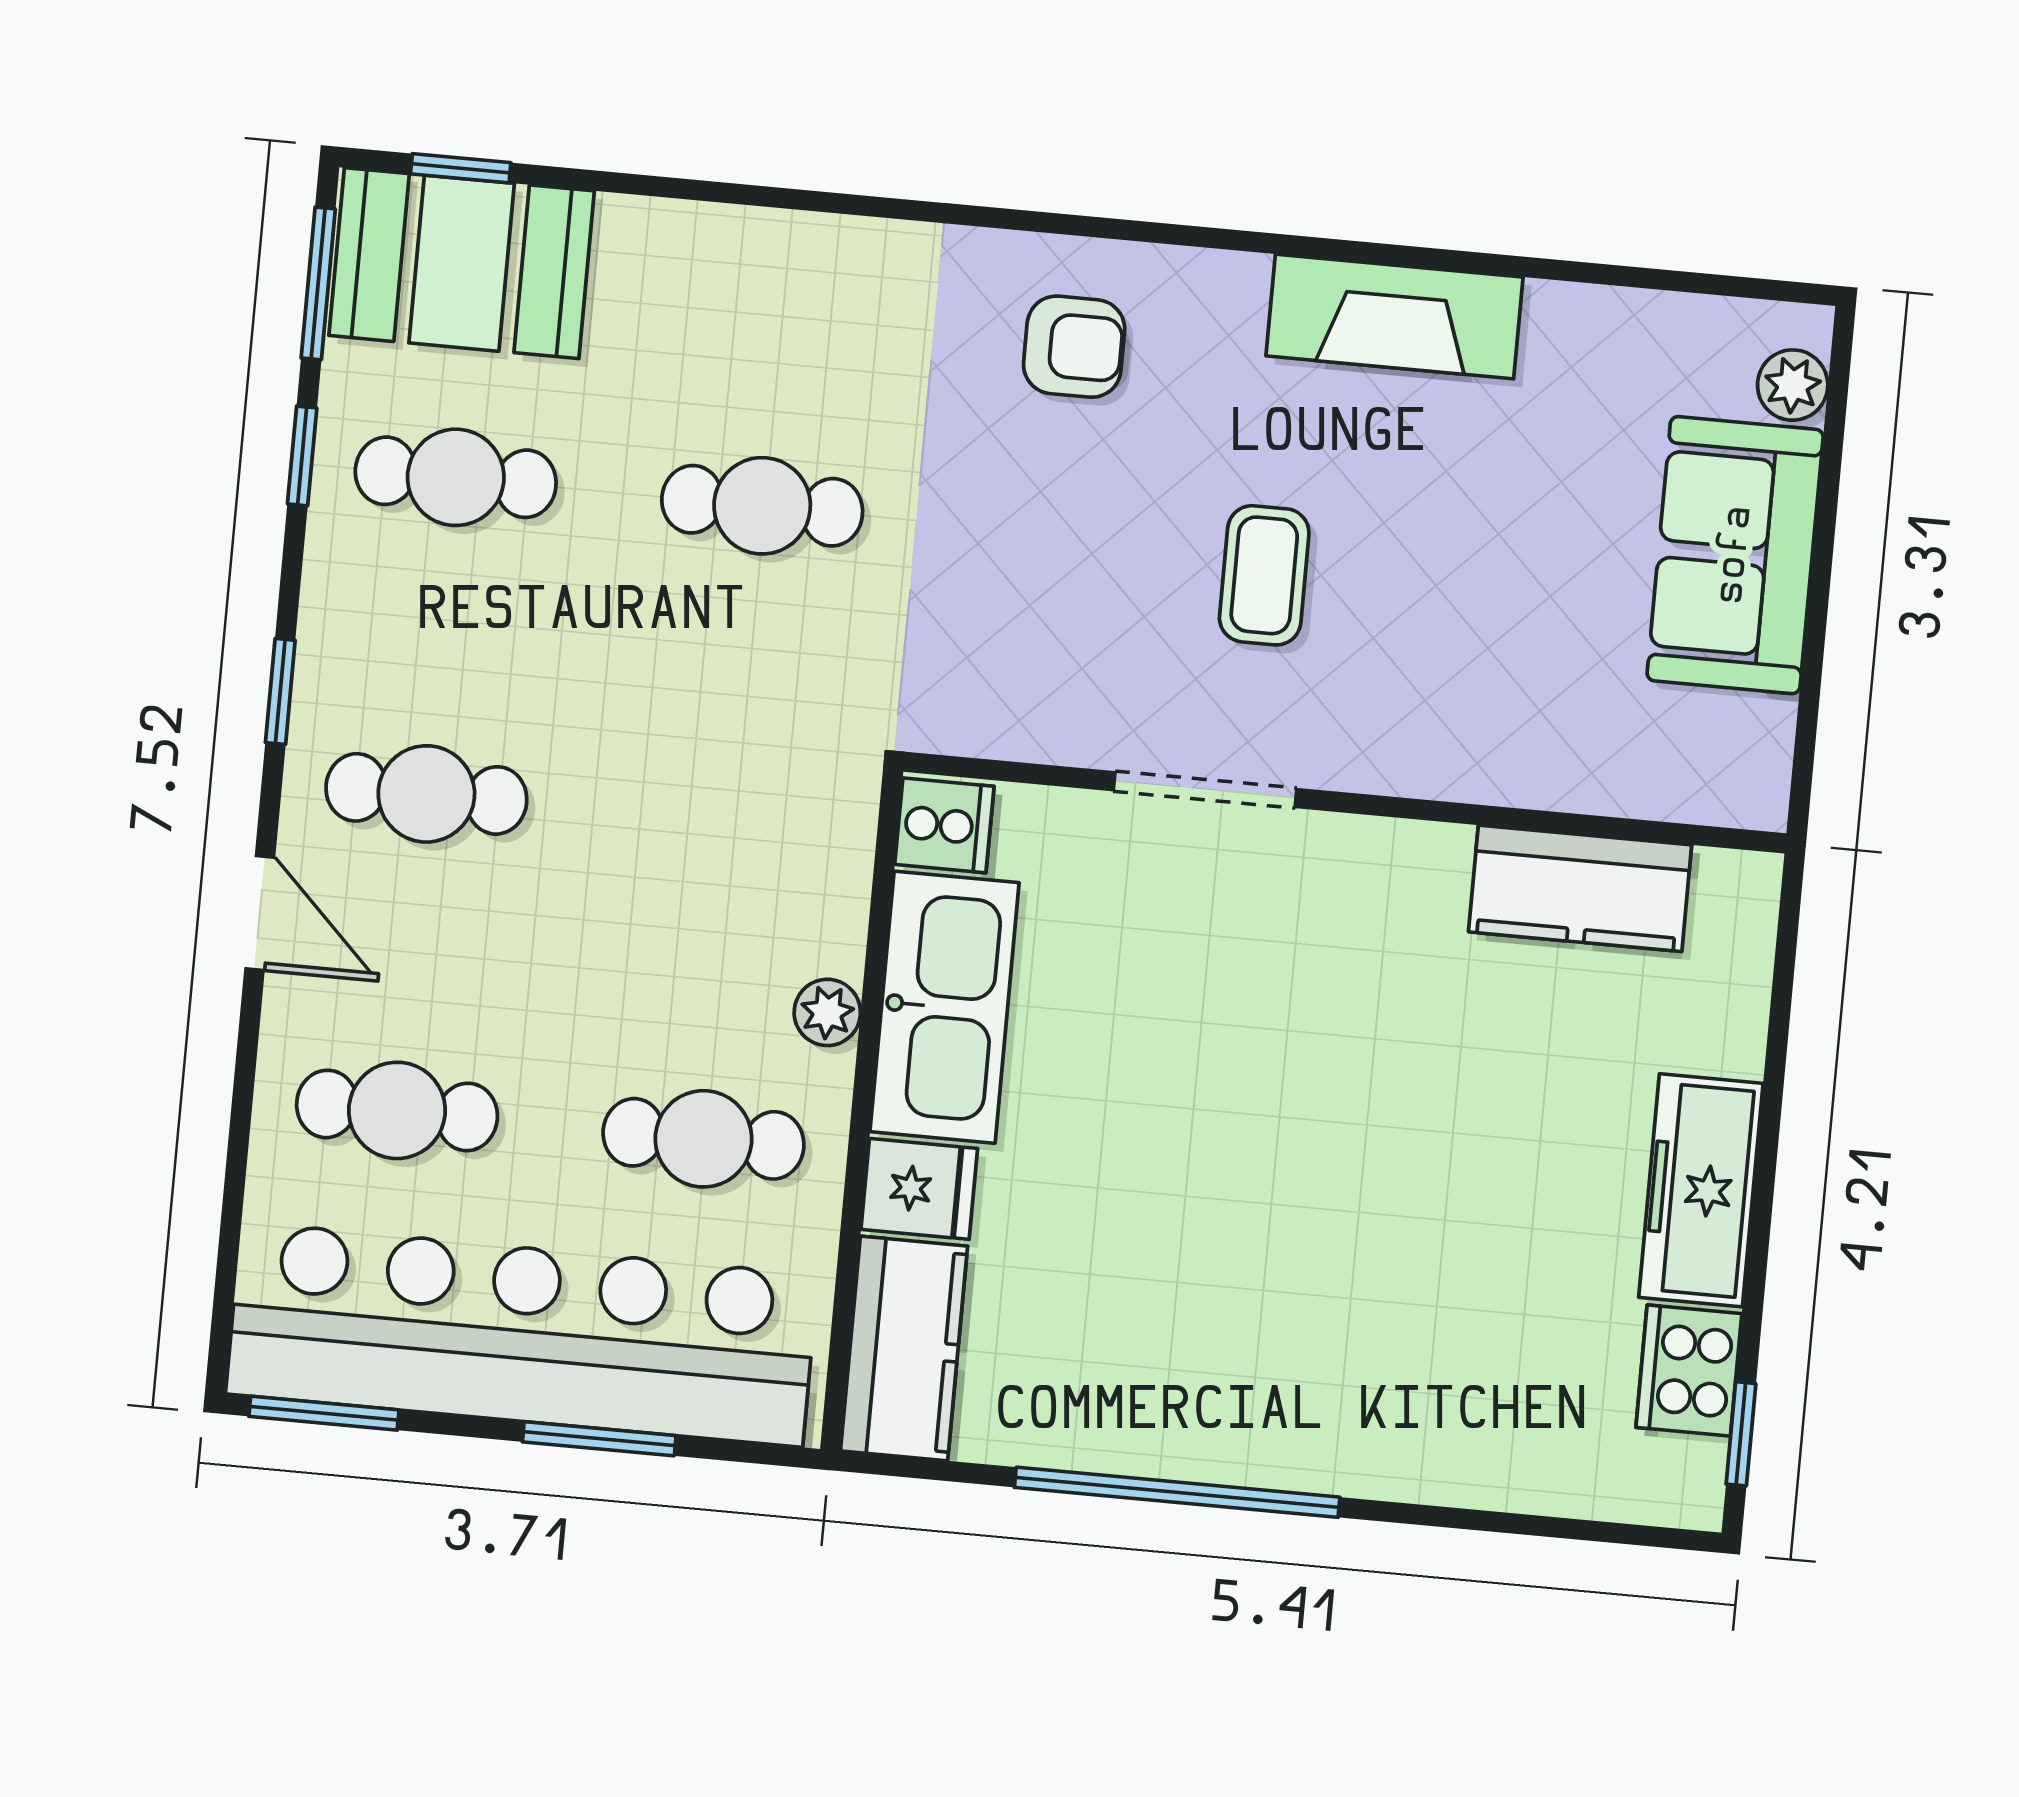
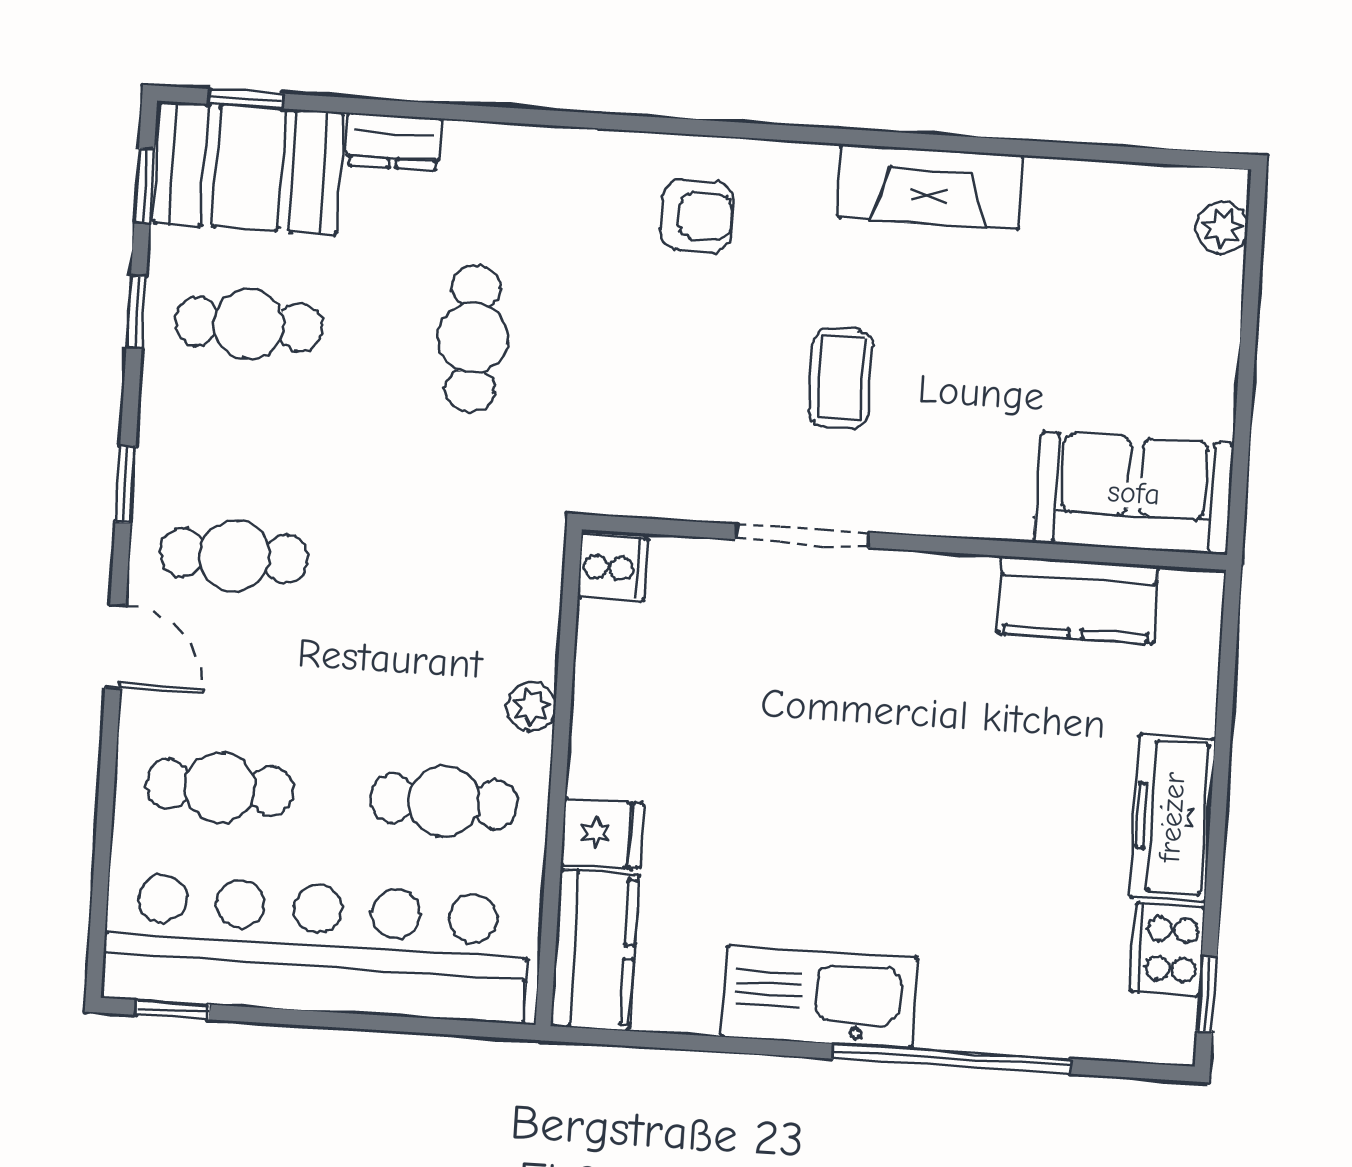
dresser: (662, 233) -> (394, 142), added
window: (318, 283) -> (144, 186), width x0.67
cafe table: (762, 506) -> (473, 338), turned 90
sofa: (1735, 555) -> (1134, 493), moved, turned 90
kitchen sink: (945, 1007) -> (820, 997), moved, turned -90
window: (324, 1413) -> (173, 1010), width x0.67
window: (599, 1439) -> (374, 1022), removed
window: (1177, 1492) -> (952, 1059), moved

